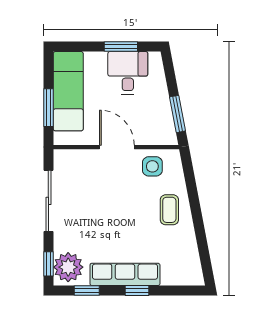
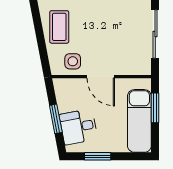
desk: (128, 73) -> (79, 127), moved, turned 79
window: (178, 114) -> (56, 119), moved
coffee table: (169, 210) -> (59, 27), width x1.36, depth x1.30

